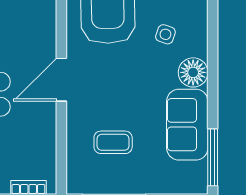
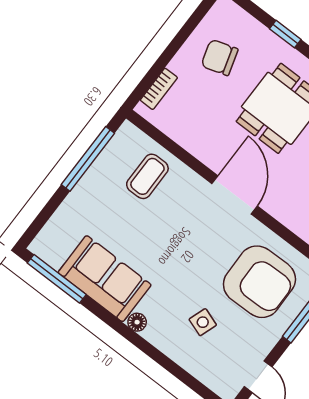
floor lamp: (193, 72) -> (137, 322), width x0.53, depth x0.53
coffee table: (113, 142) -> (147, 176), moved

